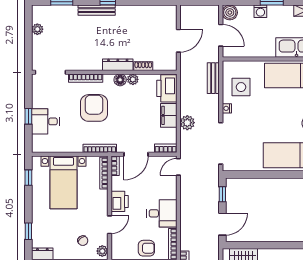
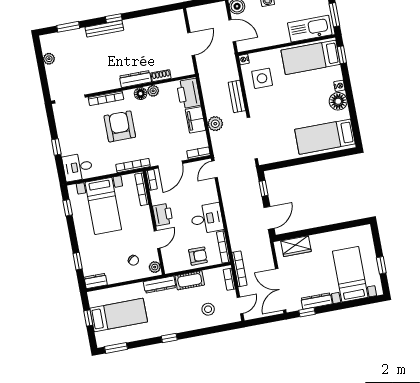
bench: (213, 78) -> (237, 96), moved
nightstand: (227, 108) -> (244, 59), moved
desk: (45, 121) -> (78, 167), moved

